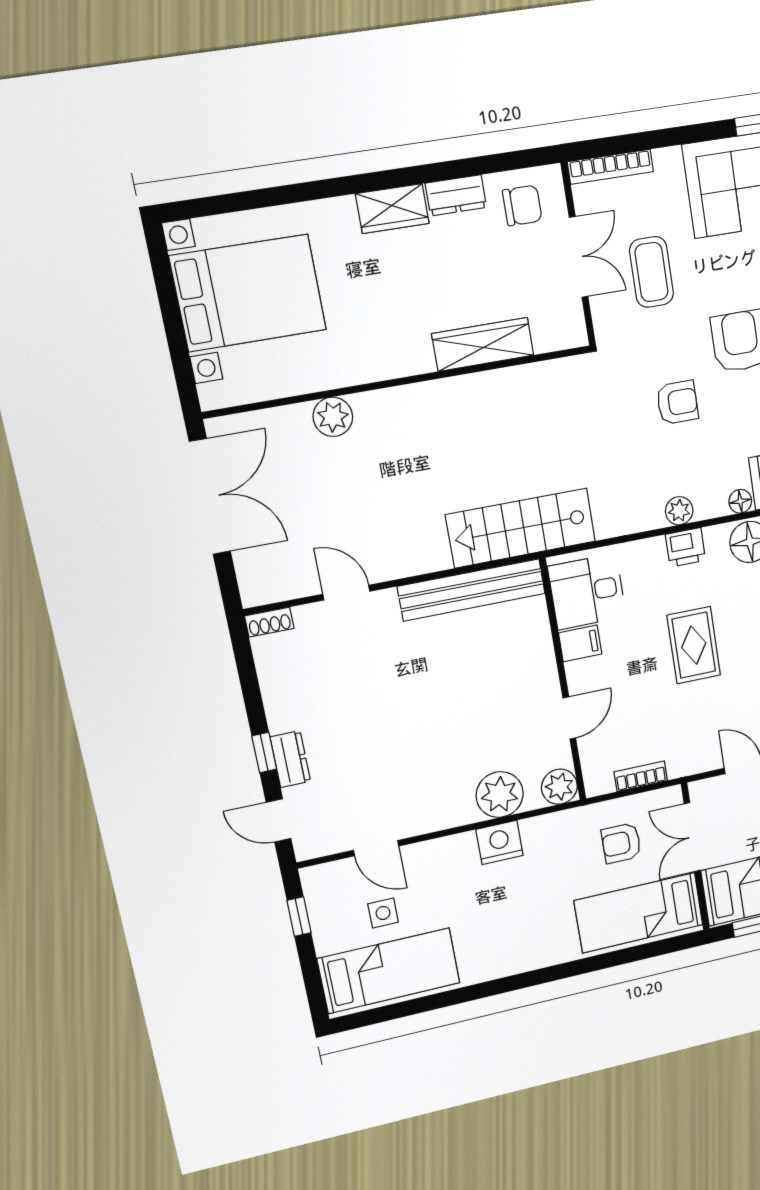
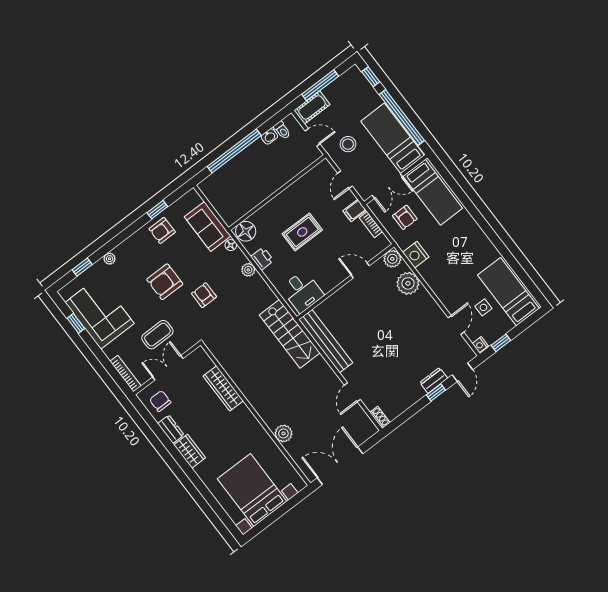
filing cabinet: (580, 643) -> (355, 211), moved, turned -90
nightstand: (500, 842) -> (416, 255), moved
nightstand: (315, 877) -> (480, 345), added

